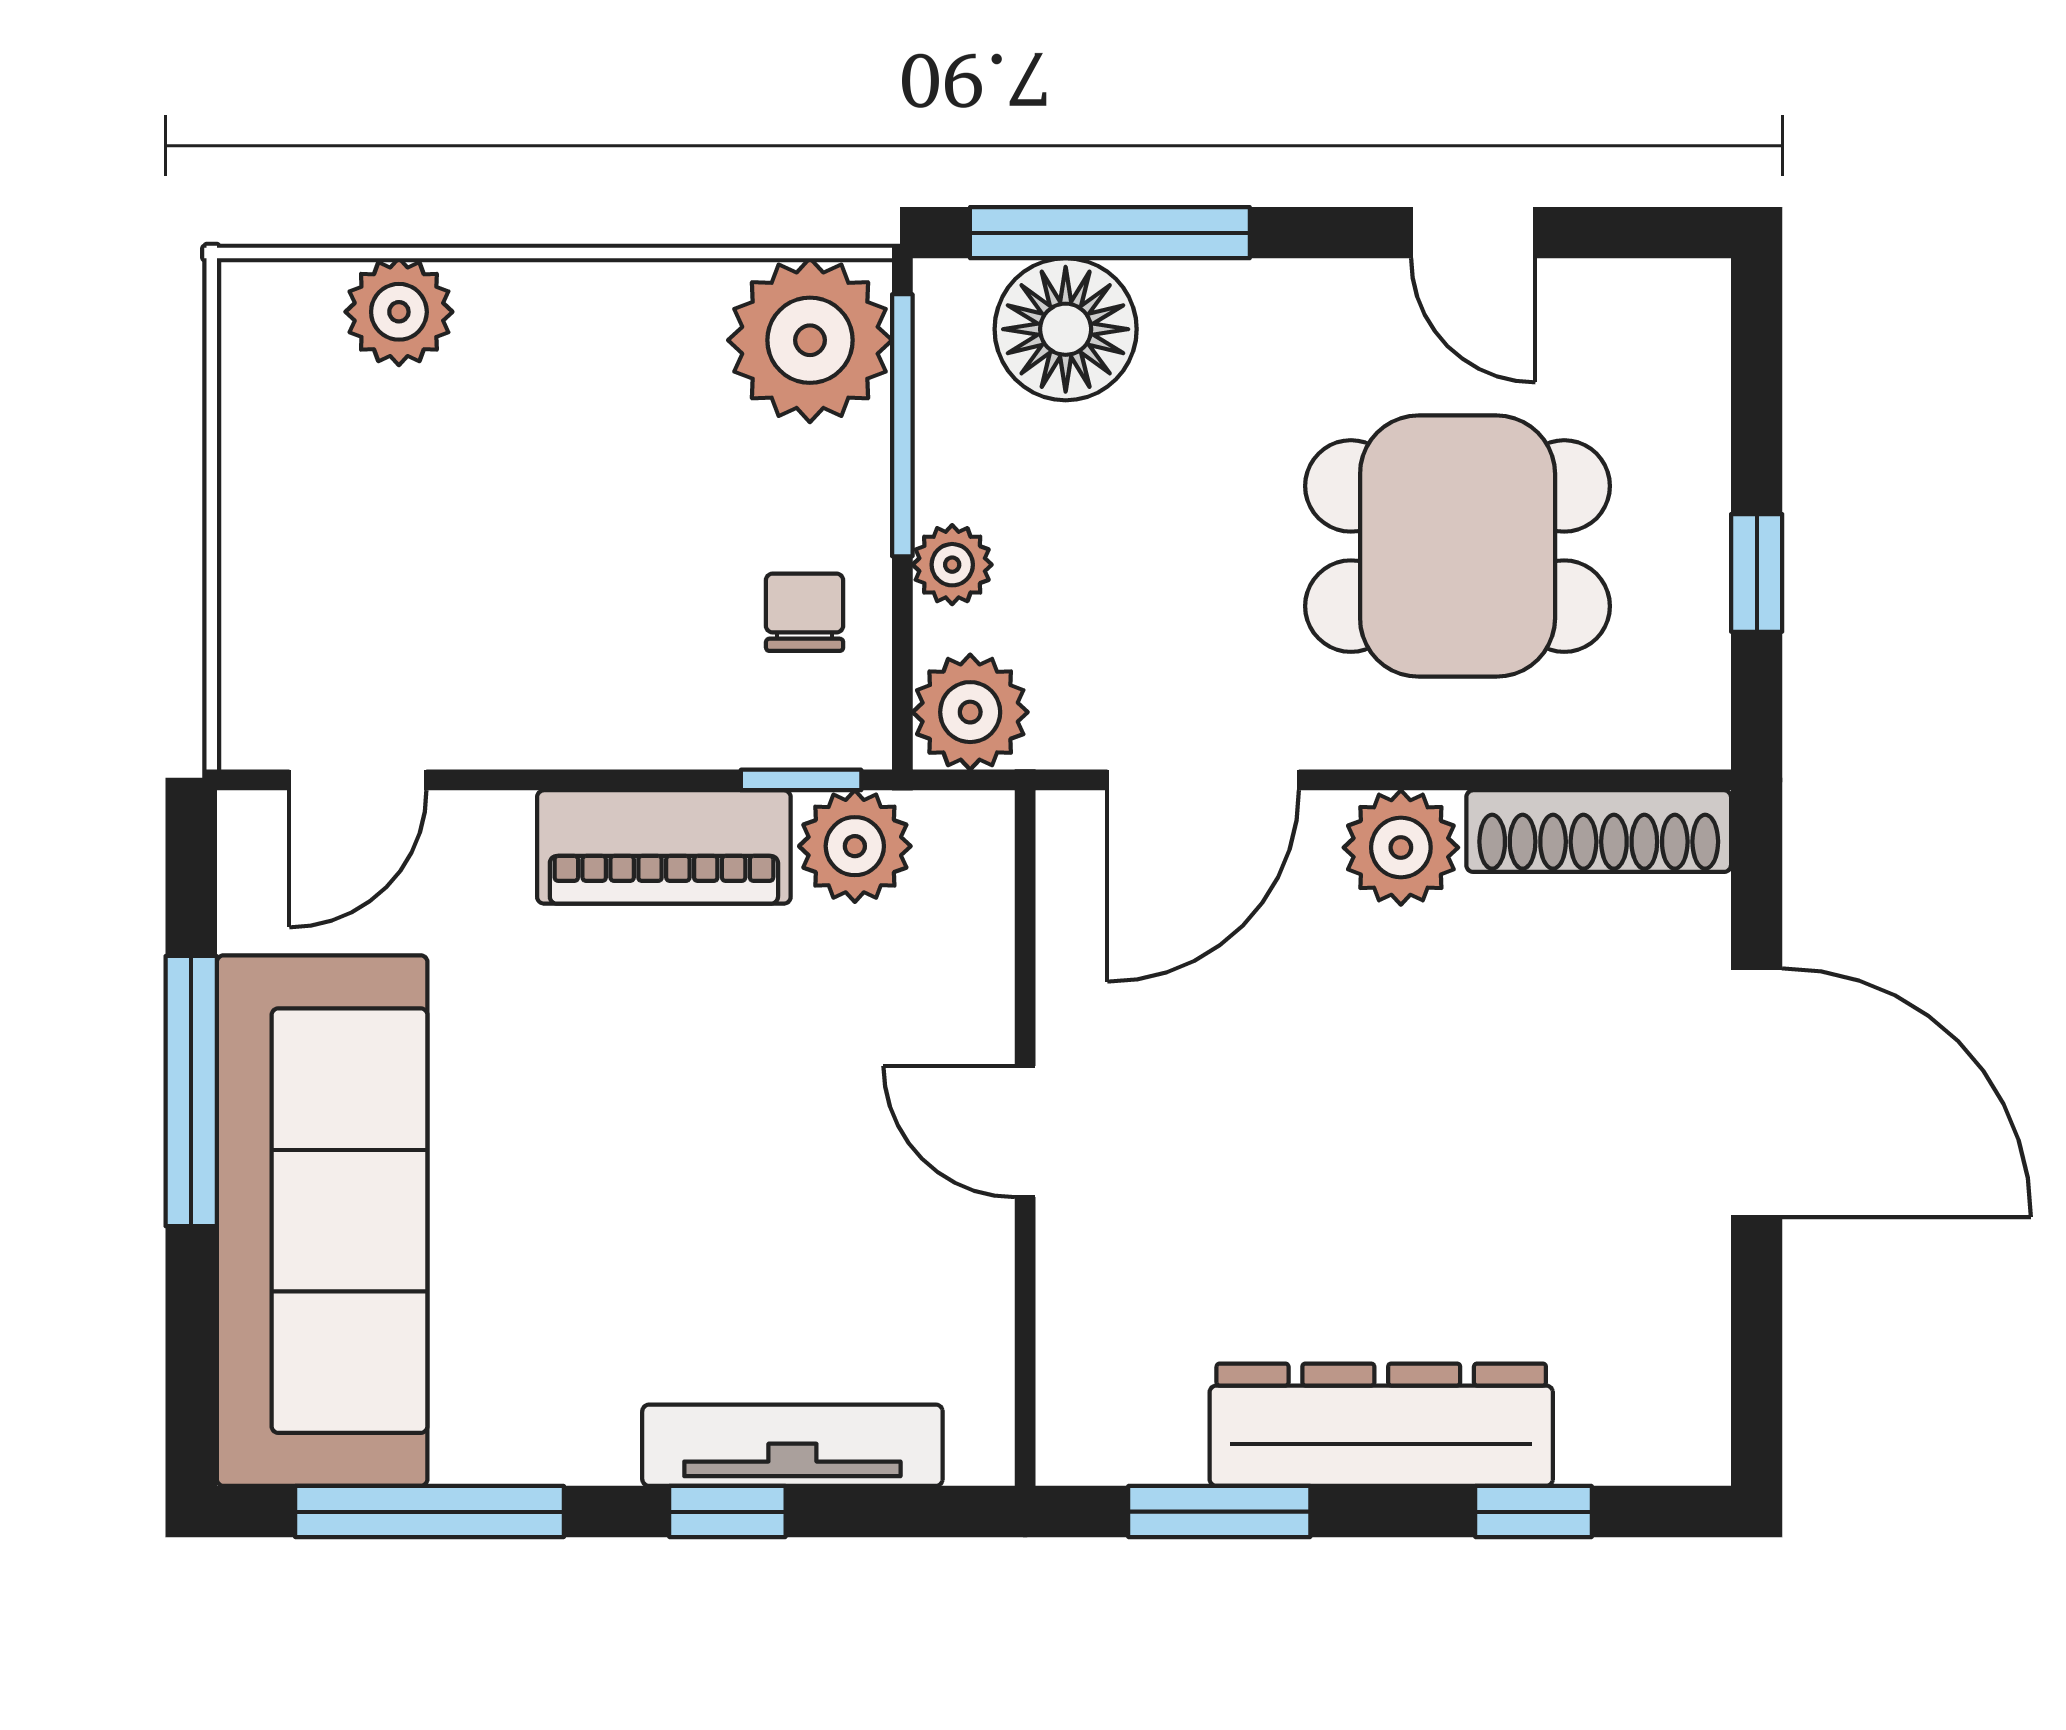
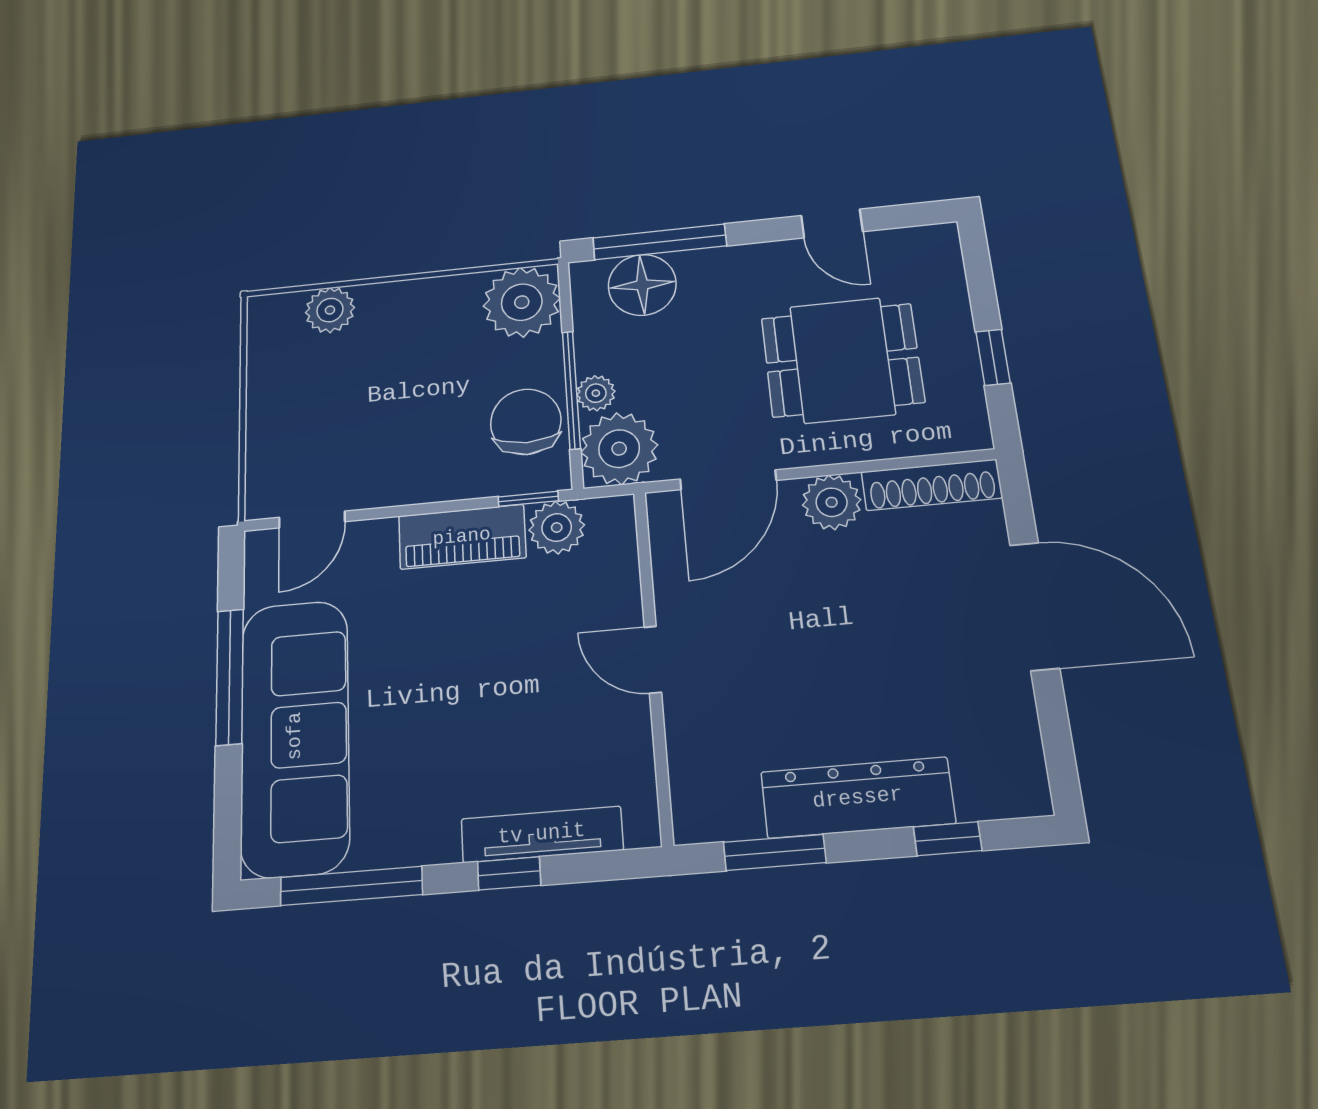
window: (902, 425) -> (571, 390), moved
chair: (805, 612) -> (526, 422), width x1.87, depth x1.87
plant: (970, 712) -> (619, 449), width x1.36, depth x1.36

